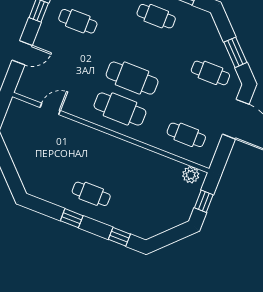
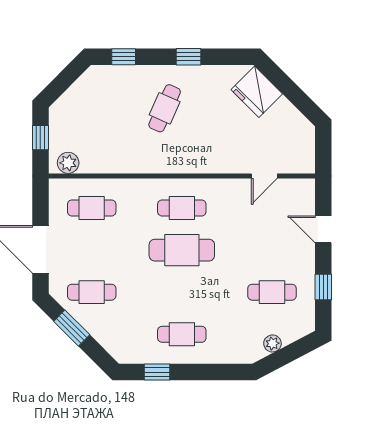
door: (22, 53) -> (323, 229), hinge flipped
cafe table: (120, 109) -> (182, 208), width x0.73, depth x0.74
fridge: (32, 173) -> (257, 92), added
cafe table: (91, 194) -> (165, 108), moved, turned -66

